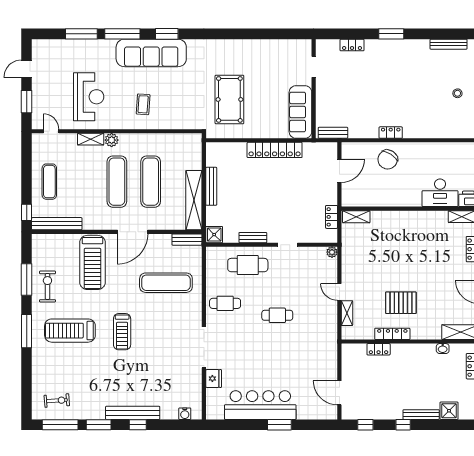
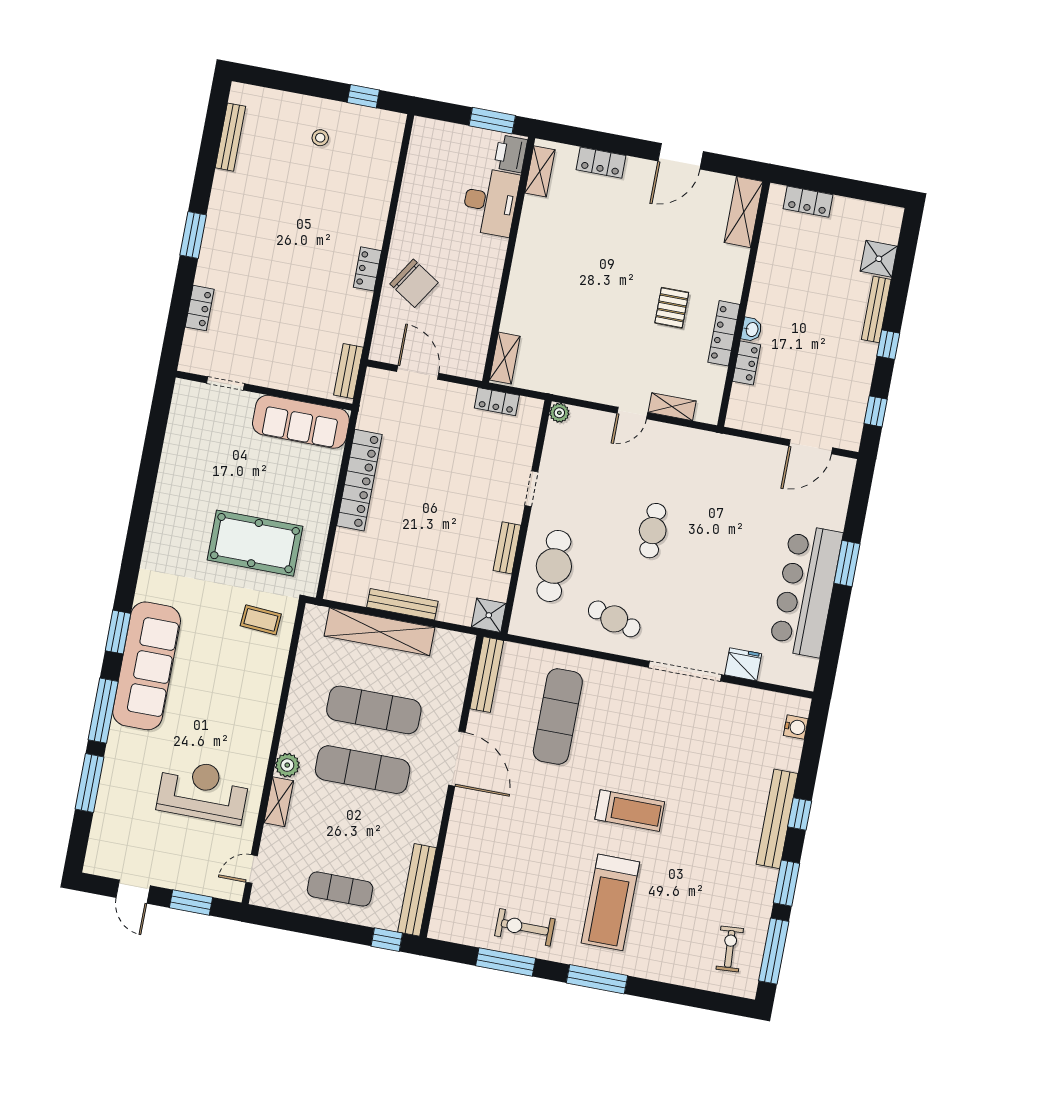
coffee table: (143, 104) -> (261, 620), moved
shelving: (194, 200) -> (379, 632), moved
bench: (187, 240) -> (487, 675), width x1.36
treadmill: (92, 262) -> (497, 840), removed
cafe table: (225, 303) -> (614, 619), turned -73
pallet: (401, 303) -> (672, 308), width x0.67, depth x0.71
washbasin: (443, 349) -> (752, 329), moved

